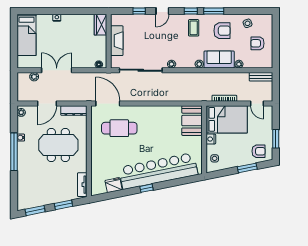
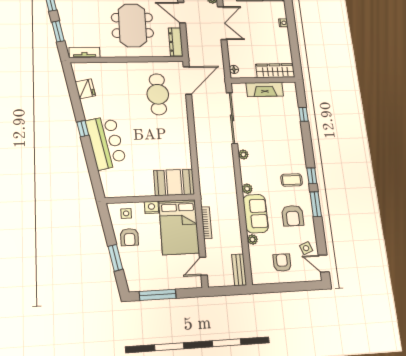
door: (162, 11) -> (324, 264), moved
wardrobe: (100, 25) -> (275, 71), width x1.50
window: (276, 139) -> (158, 295), width x1.44
armchair: (259, 151) -> (129, 237), moved
bar counter: (158, 171) -> (106, 142), width x0.54

